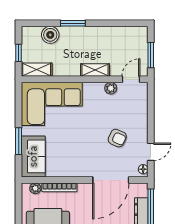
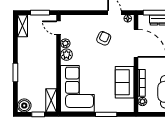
boiler: (50, 35) -> (24, 106), moved
shelving: (95, 70) -> (23, 26), moved
plant: (96, 90) -> (66, 55), added
sofa: (33, 156) -> (125, 82), moved, turned -90

